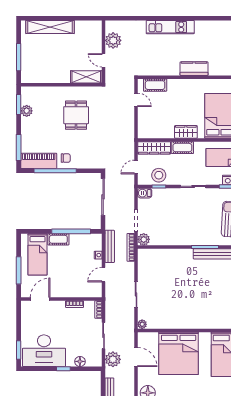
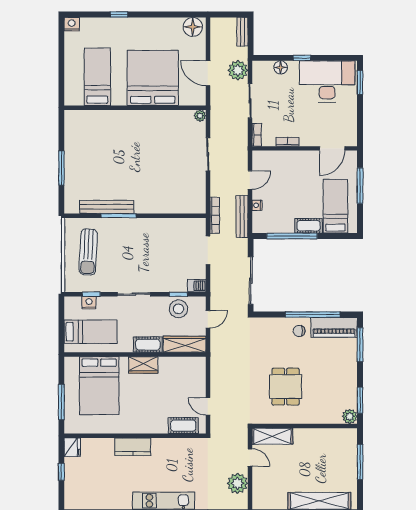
plant: (27, 111) -> (350, 416), moved
plant: (144, 239) -> (198, 226), removed

